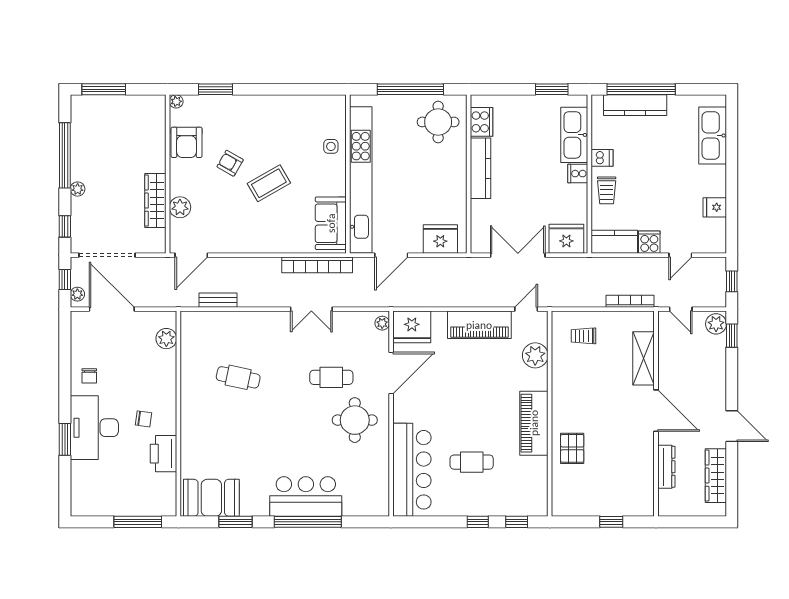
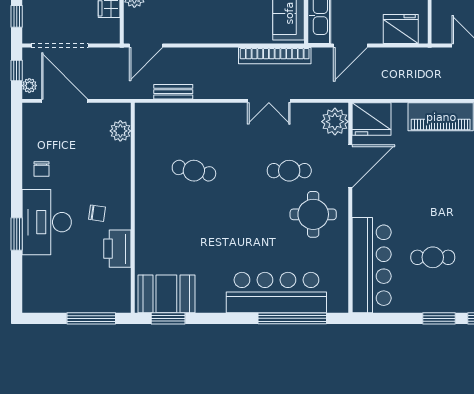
plant: (382, 323) -> (335, 122), width x1.87, depth x1.87
bar counter: (306, 497) -> (276, 293), width x1.36
window: (235, 522) -> (168, 318), moved
window: (308, 522) -> (292, 318), moved
window: (478, 522) -> (439, 318), width x1.50

